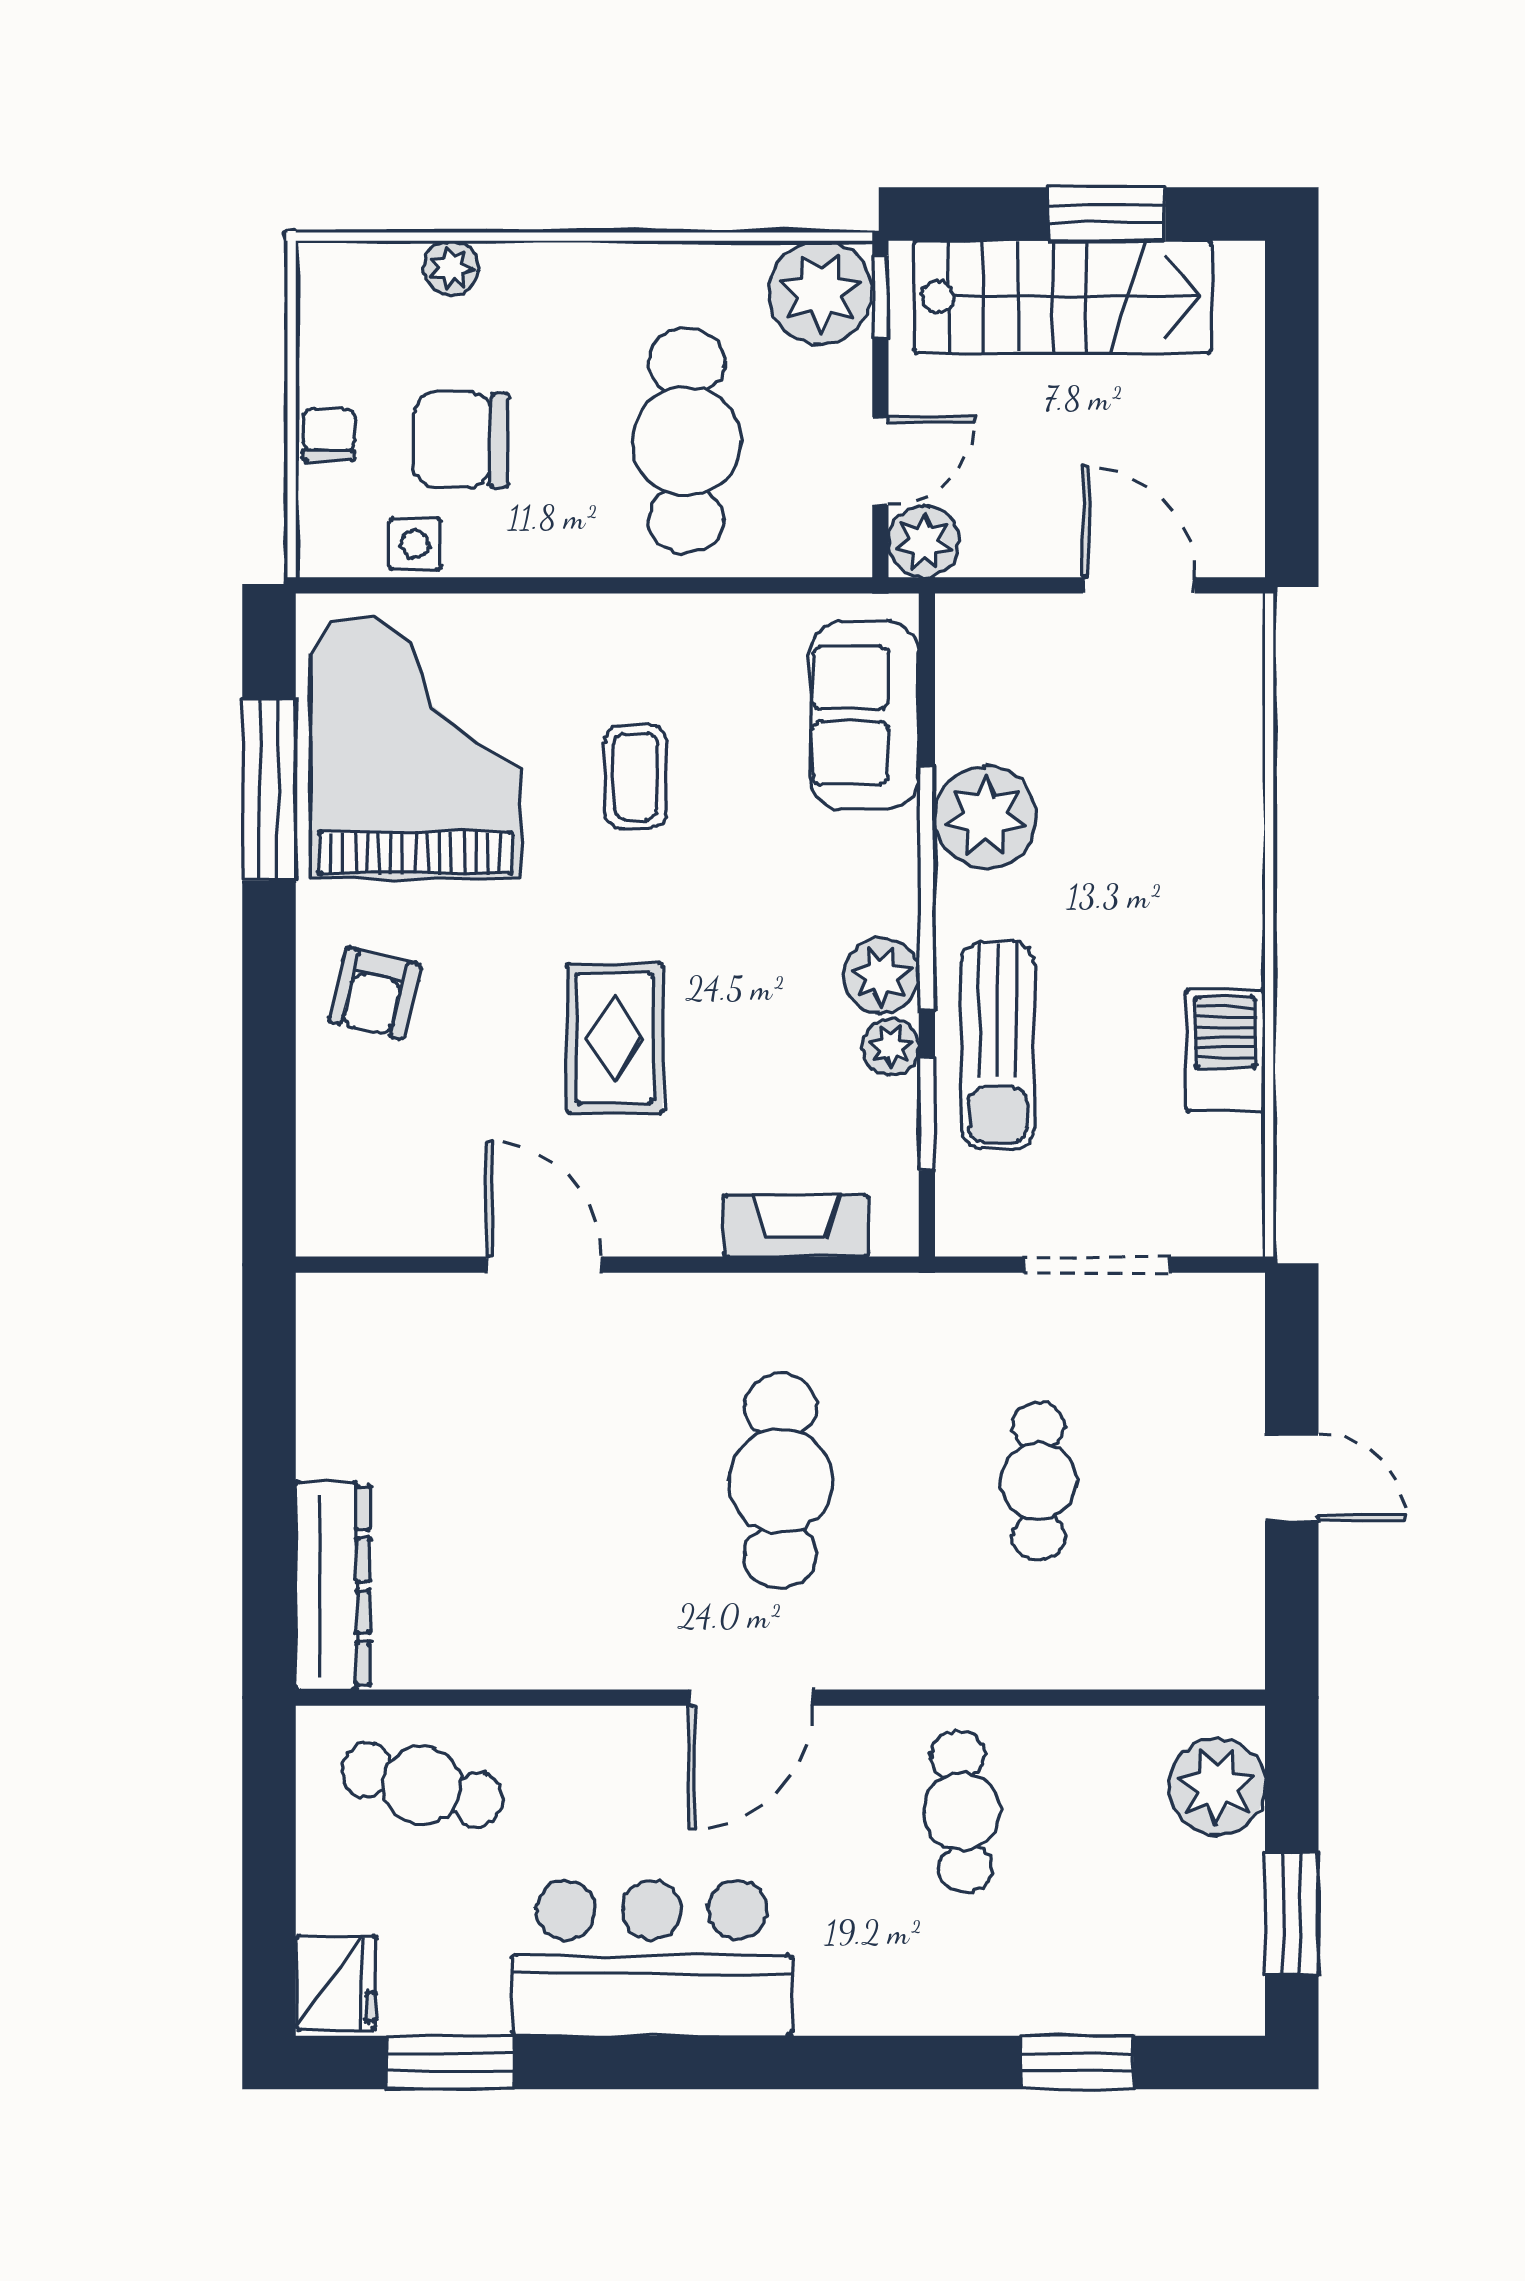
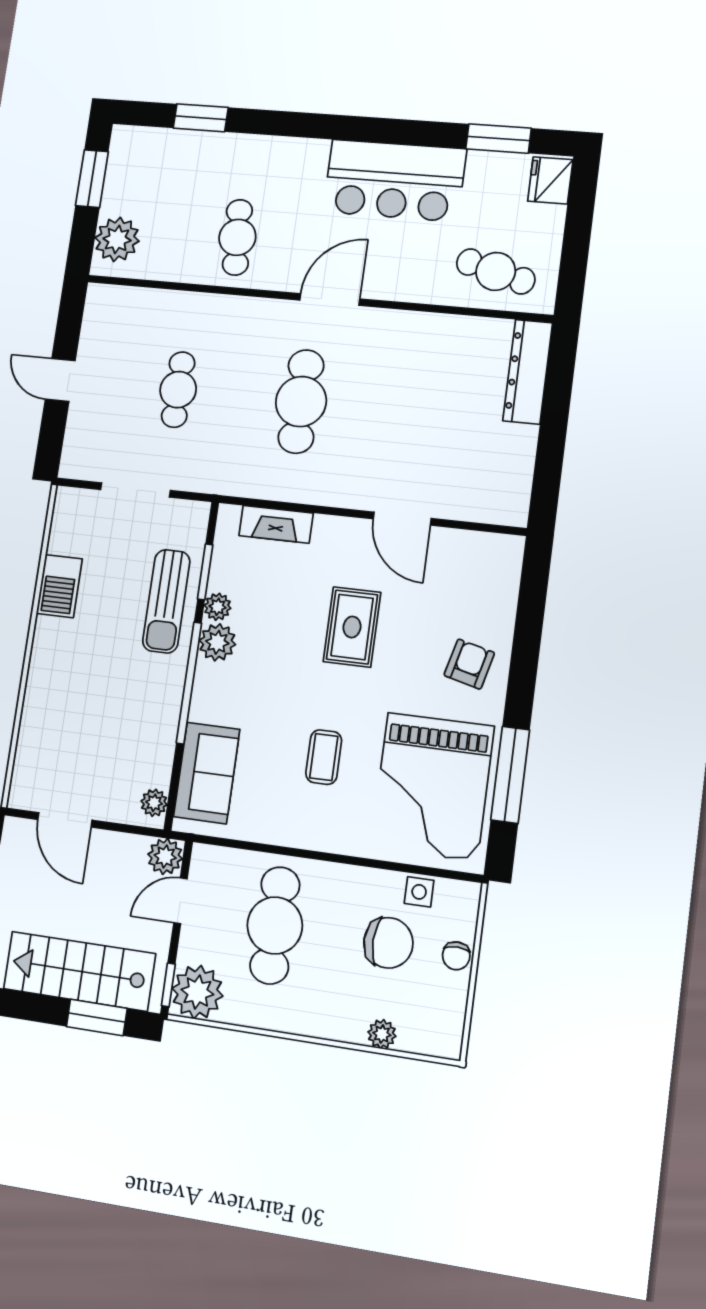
window: (1107, 214) -> (97, 1017), moved
plant: (986, 817) -> (154, 803), moved, width x0.53, depth x0.53
sun lounger: (998, 1046) -> (166, 601), turned 180

